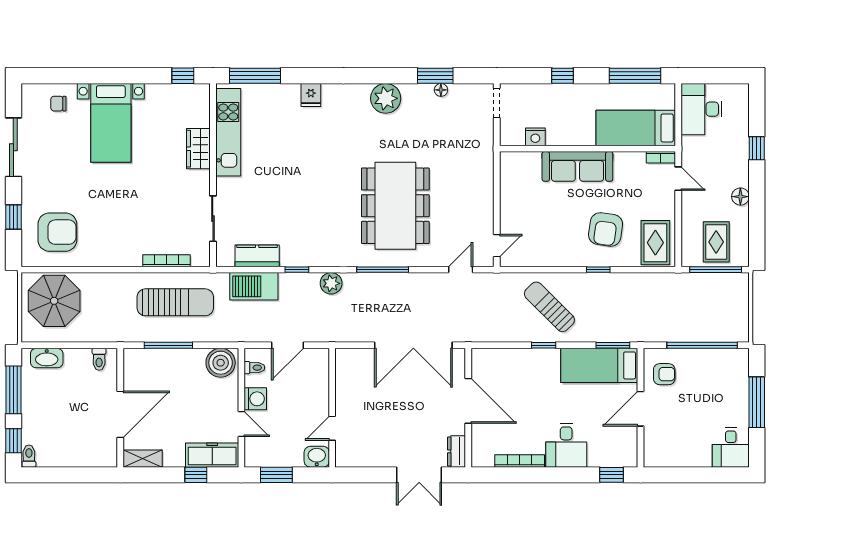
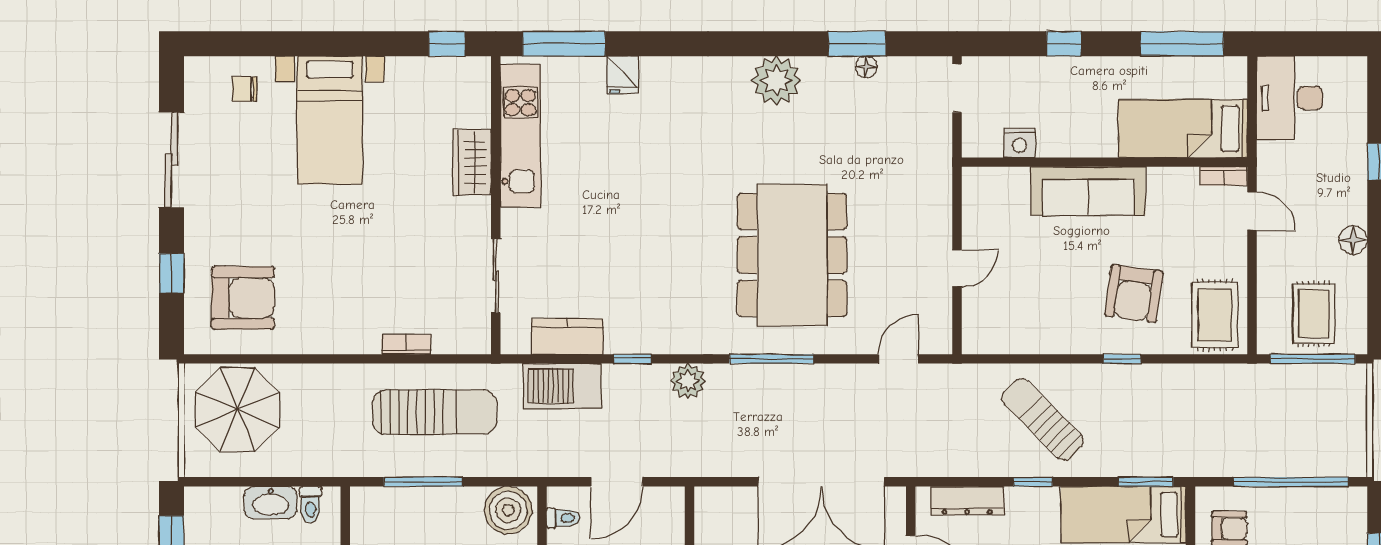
fridge: (311, 95) -> (623, 75), moved
door: (497, 246) -> (957, 268), moved
bookcase: (166, 261) -> (406, 344), width x0.64
dresser: (503, 357) -> (967, 501), added
washbasin: (47, 358) -> (271, 503), moved

